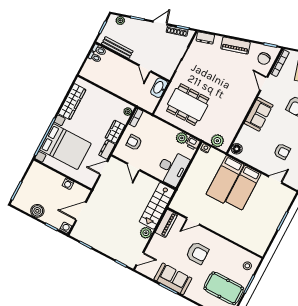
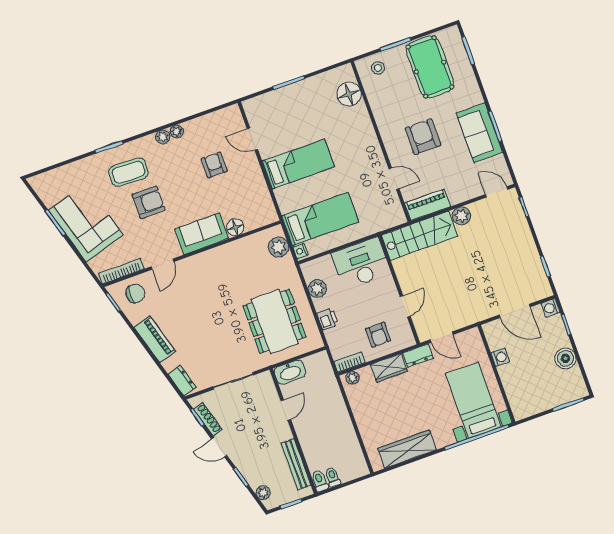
printer: (193, 143) -> (327, 319), moved
bed with nightstands: (65, 147) -> (473, 400), width x0.73
floor lamp: (237, 149) -> (235, 227), moved
bed: (225, 179) -> (320, 219), moved
floor lamp: (250, 241) -> (349, 94), added

